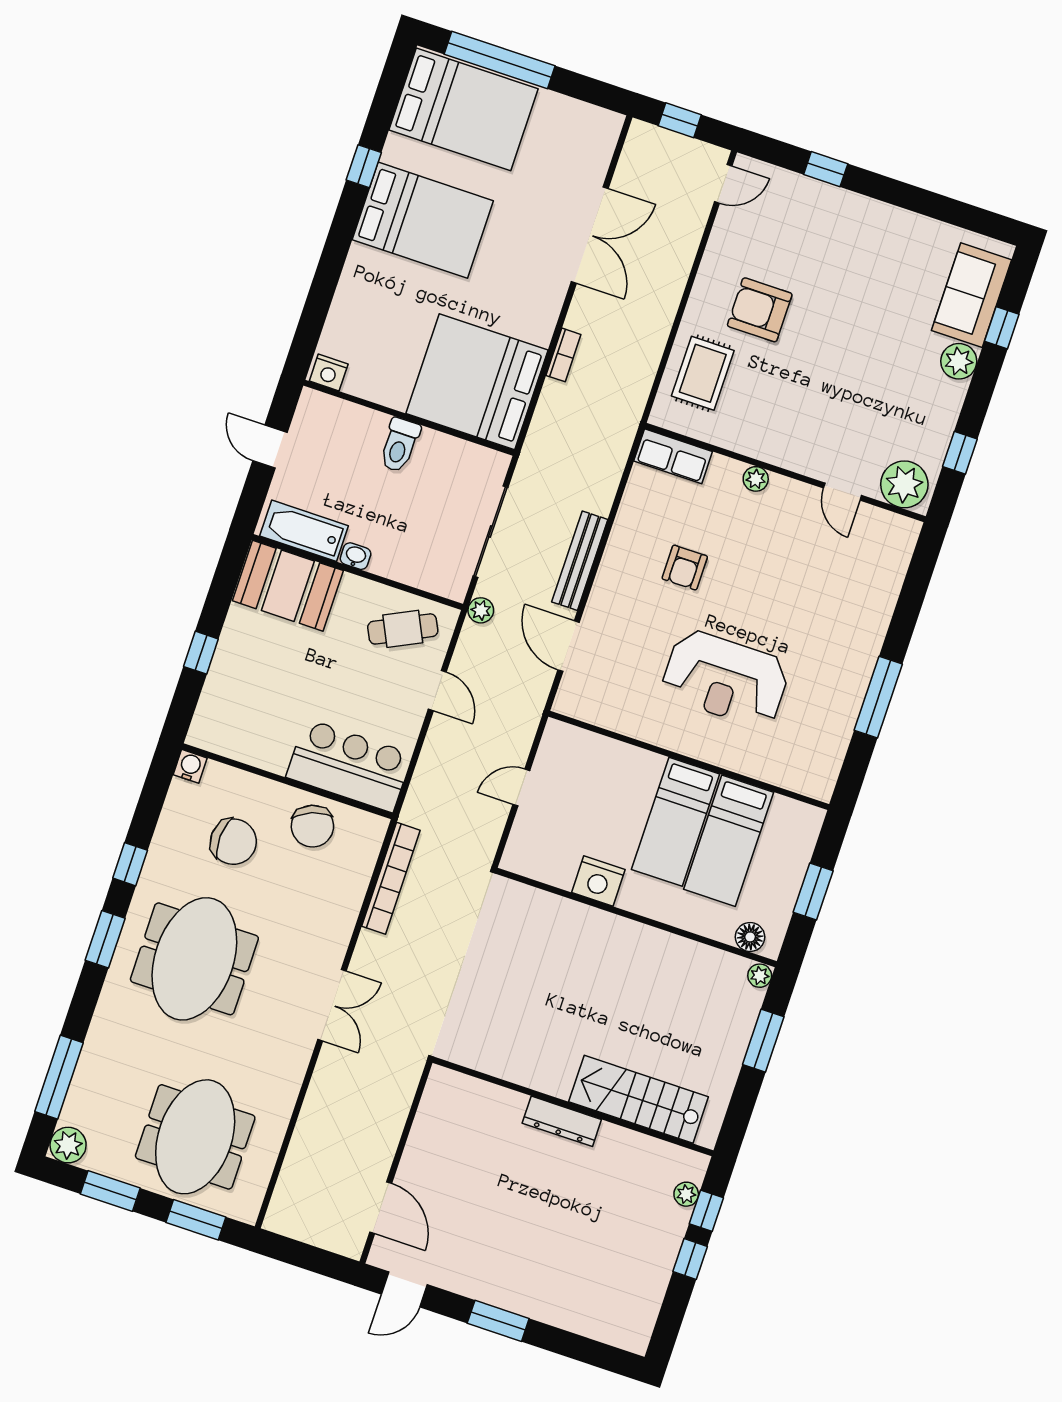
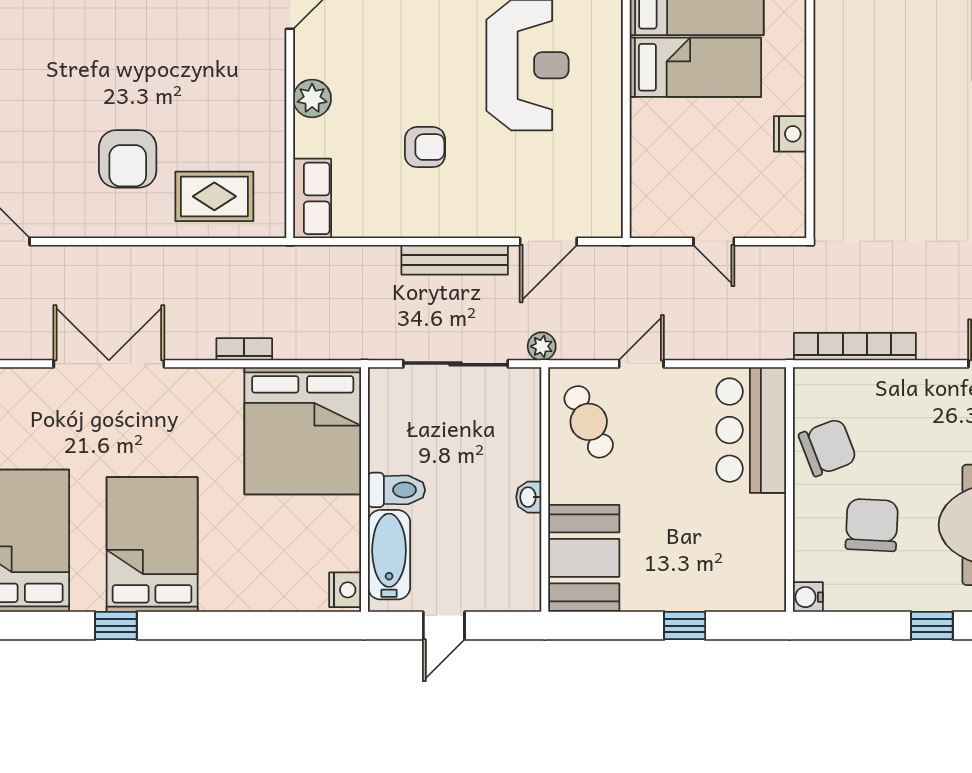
plant: (756, 479) -> (312, 98), width x1.38, depth x1.38
bathtub: (304, 531) -> (389, 555), moved, turned 180
nightstand: (598, 881) -> (790, 134), width x0.74, depth x0.75

